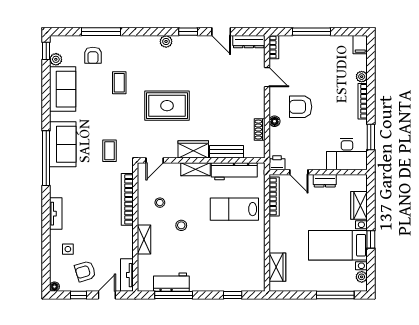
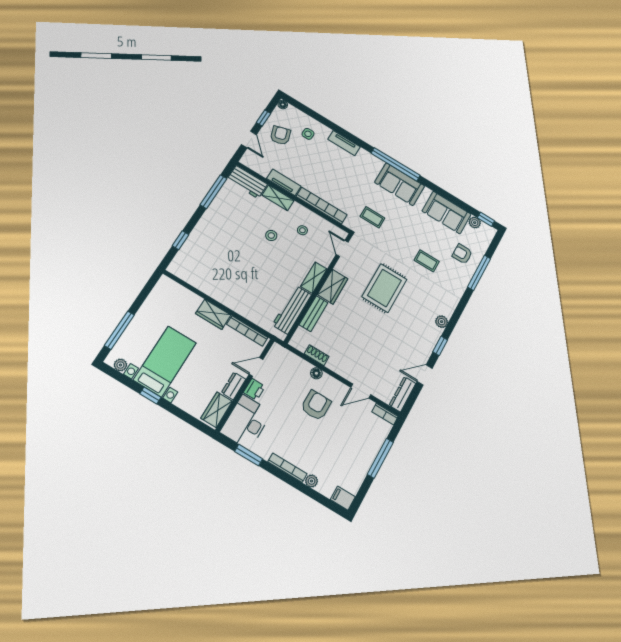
printer: (277, 163) -> (254, 389), moved
wardrobe: (359, 205) -> (217, 410), moved, turned -90
lab bench: (234, 209) -> (258, 289), removed
wardrobe: (277, 267) -> (213, 314), moved
tv unit: (127, 275) -> (284, 182), moved
workbench: (171, 282) -> (247, 182), moved, turned 90

